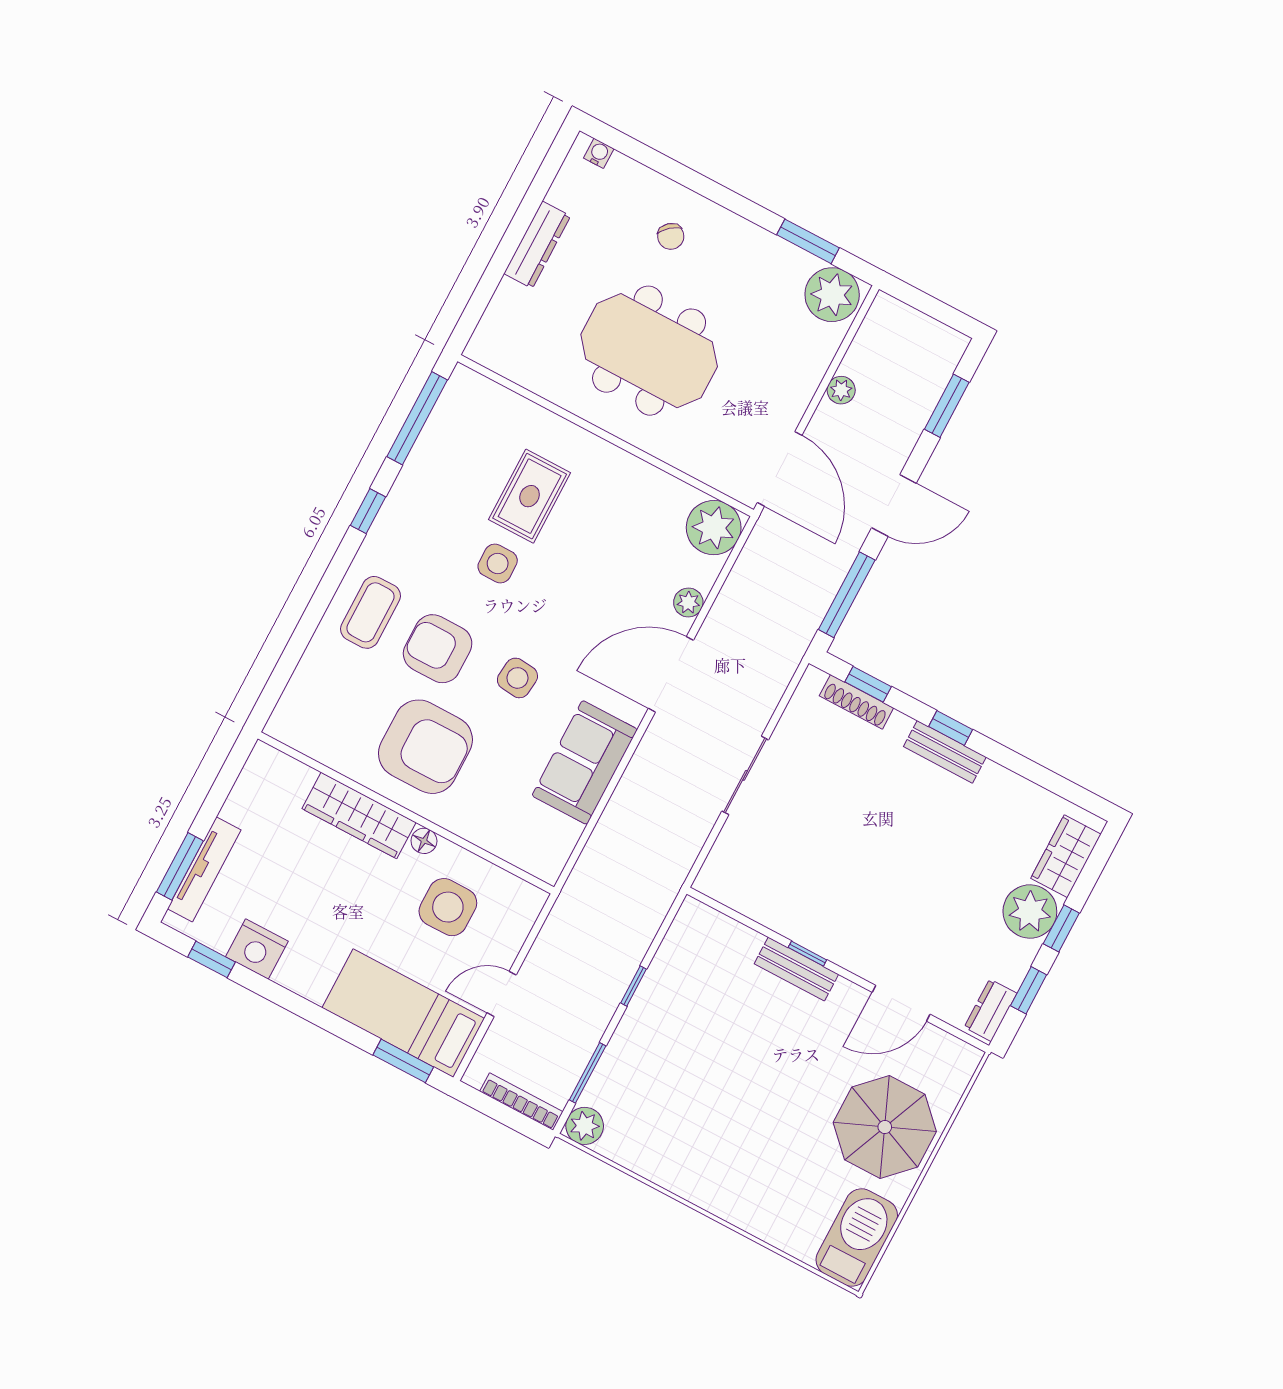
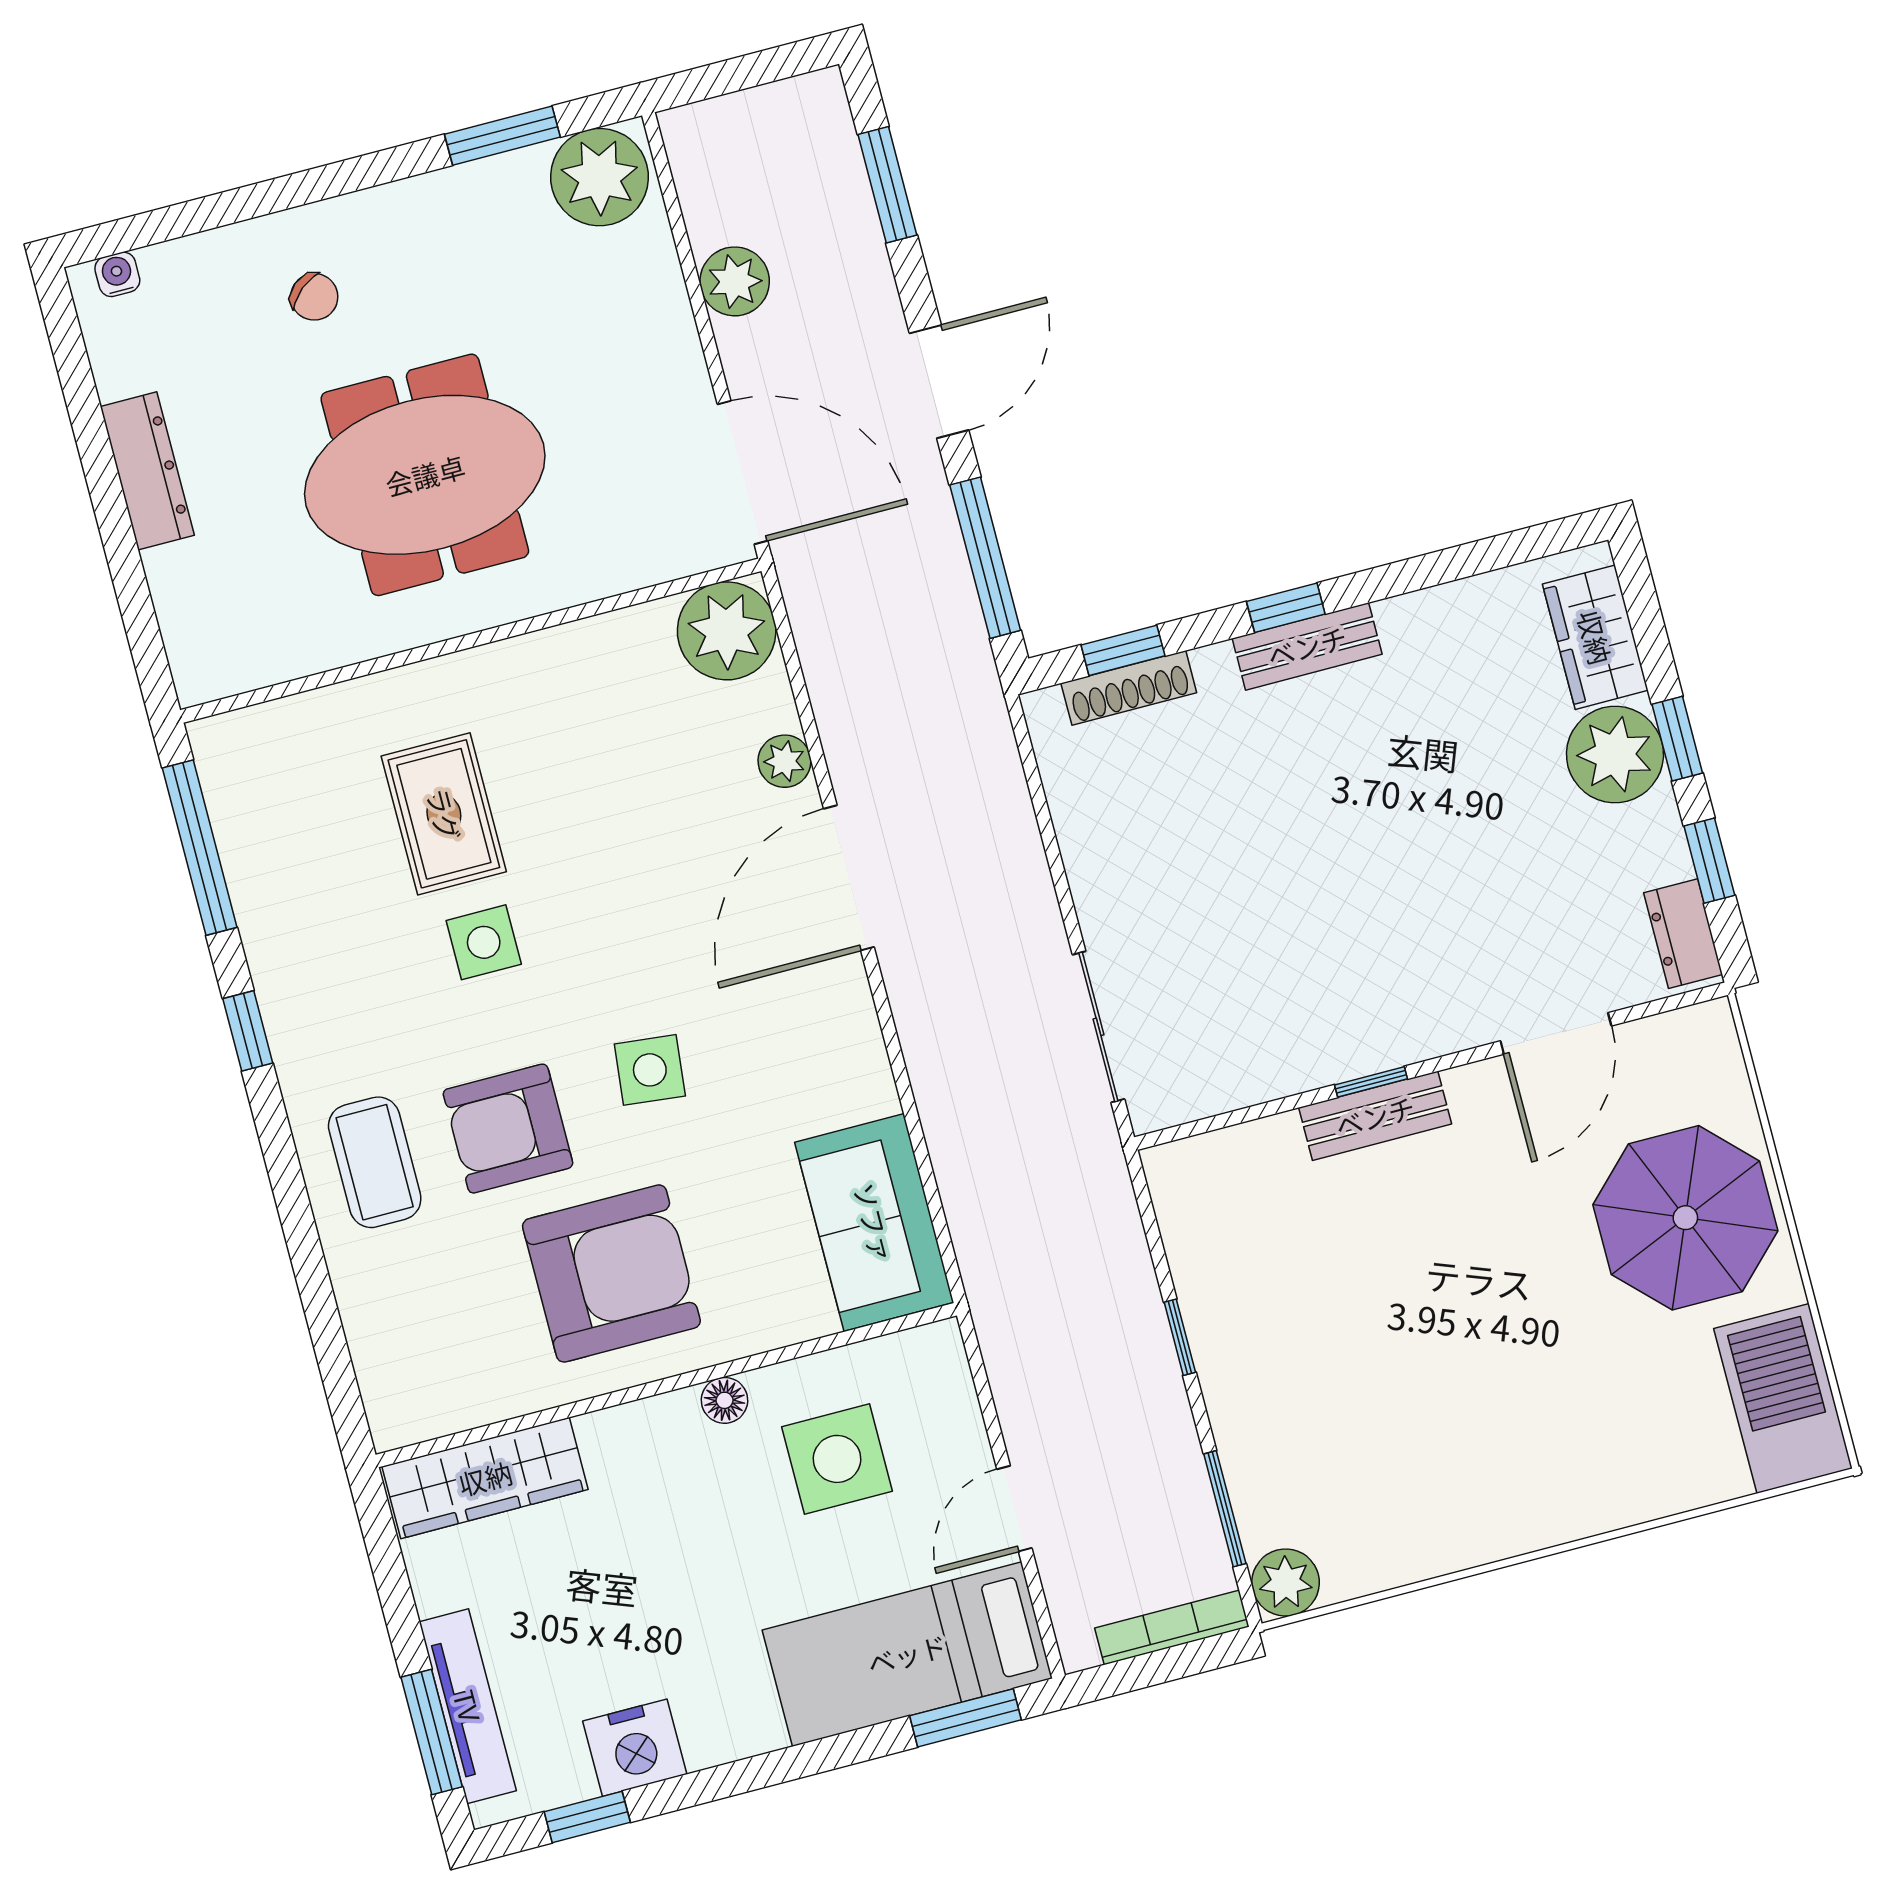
plant: (841, 390) -> (735, 281), width x1.38, depth x1.38
sofa: (585, 762) -> (874, 1222), moved
sliding door: (745, 775) -> (1098, 1027), moved
wardrobe: (359, 816) -> (485, 1478), moved

